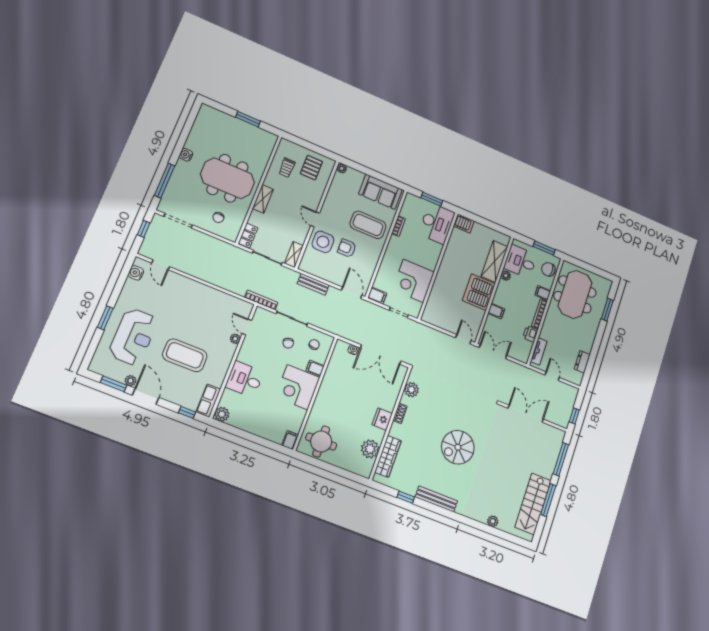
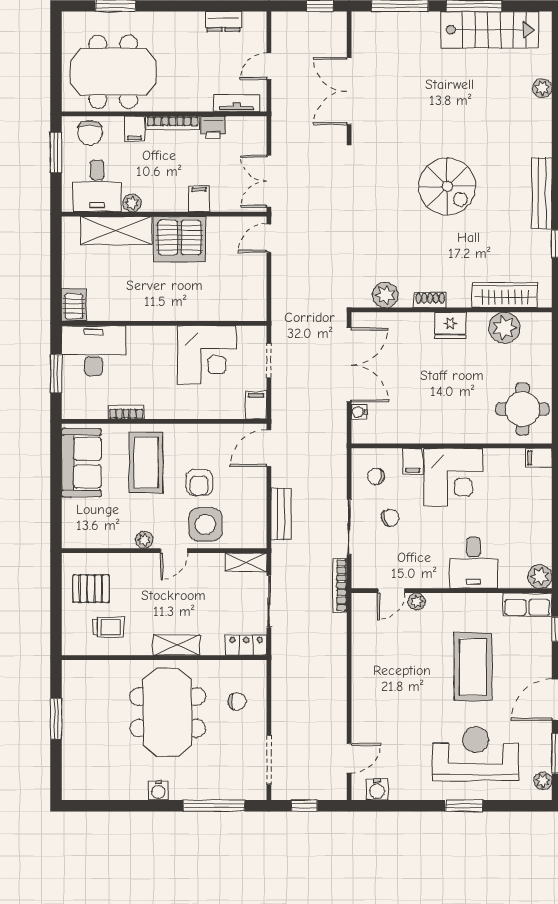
plant: (342, 168) -> (144, 540), moved
plant: (131, 381) -> (543, 781), moved

